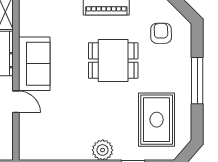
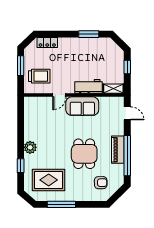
window: (197, 81) -> (61, 204), moved

